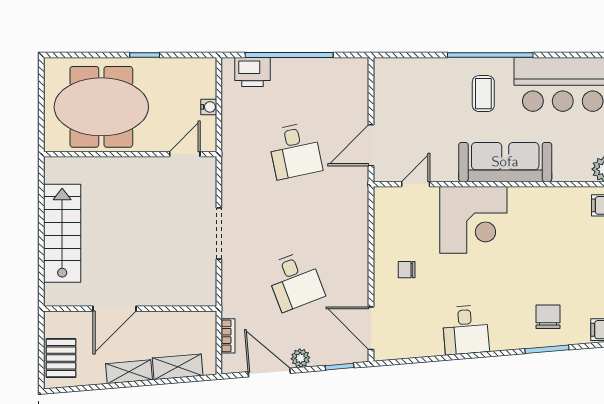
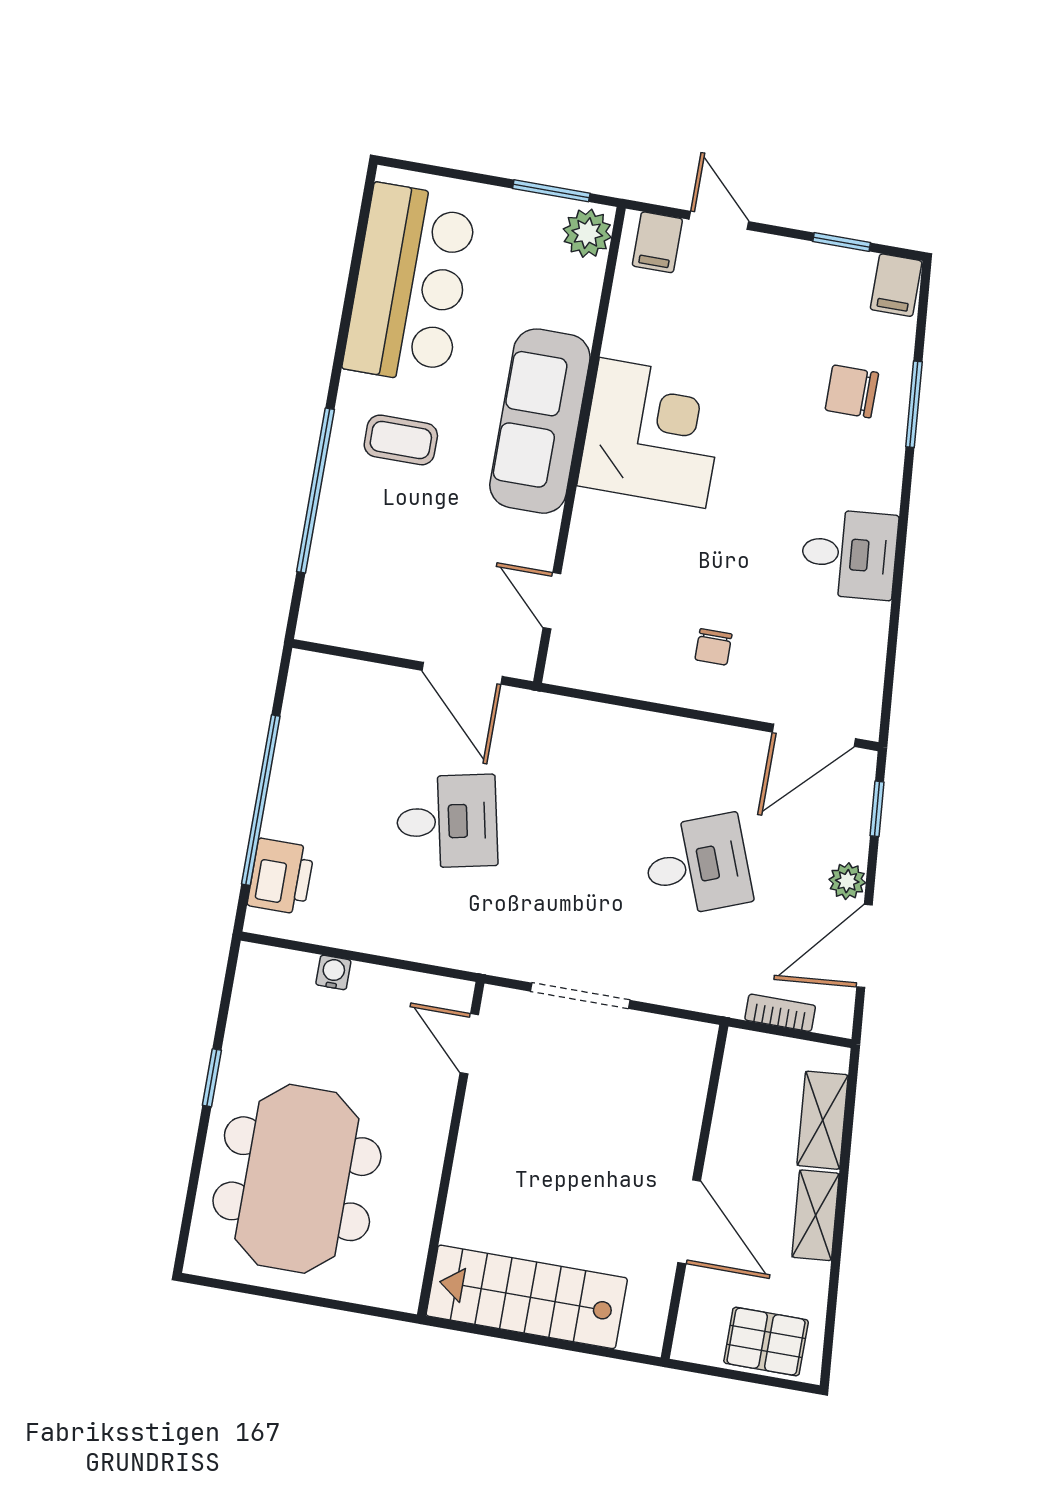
window: (490, 55) -> (315, 491), moved
wall: (130, 154) -> (451, 1149), moved
door: (185, 154) -> (469, 1044), moved
corner desk: (473, 220) -> (652, 433), moved

